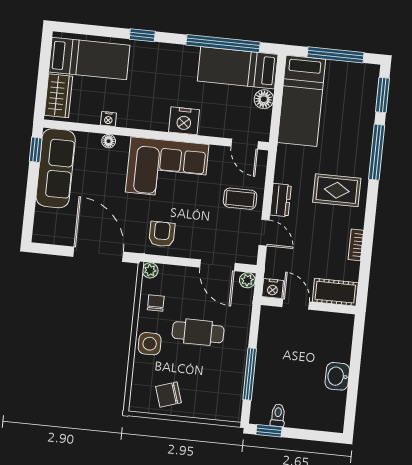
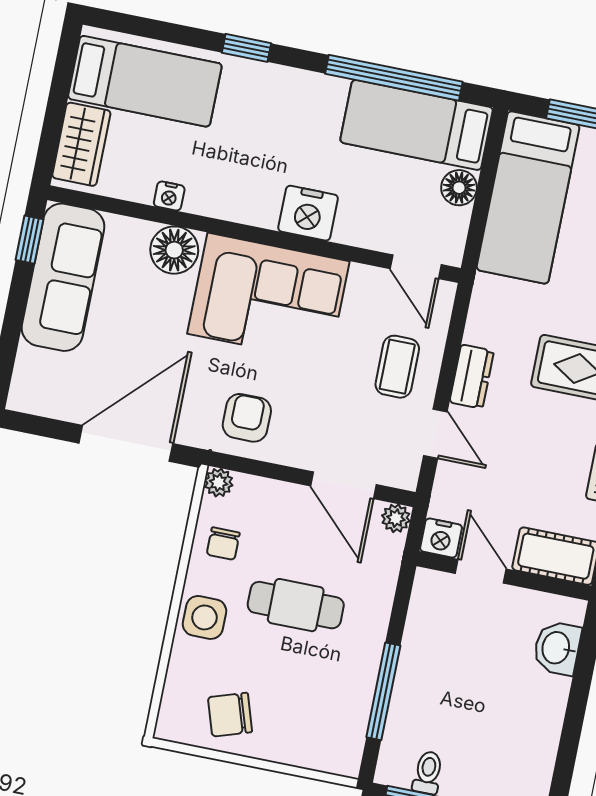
floor lamp: (109, 141) -> (174, 250), width x1.89, depth x1.89
coffee table: (240, 199) -> (397, 367), turned 90
door: (98, 254) -> (126, 443), hinge flipped
chair: (156, 303) -> (223, 544), turned 180
washbasin: (337, 376) -> (557, 648), moved

